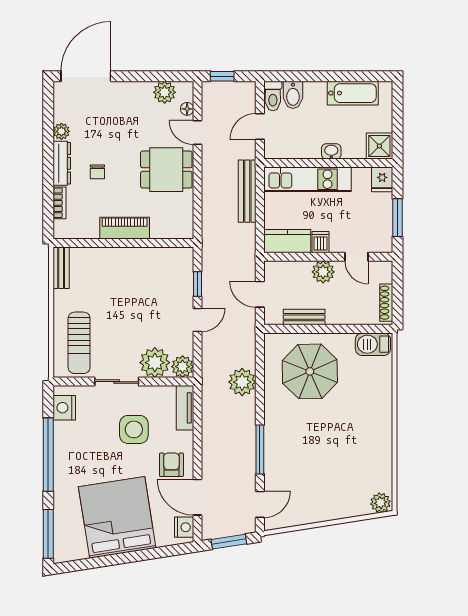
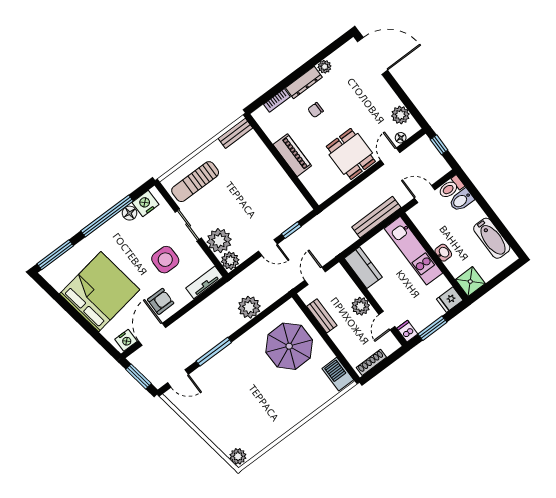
dishwasher: (321, 242) -> (407, 331), moved, turned -90
floor lamp: (62, 430) -> (130, 213), added

